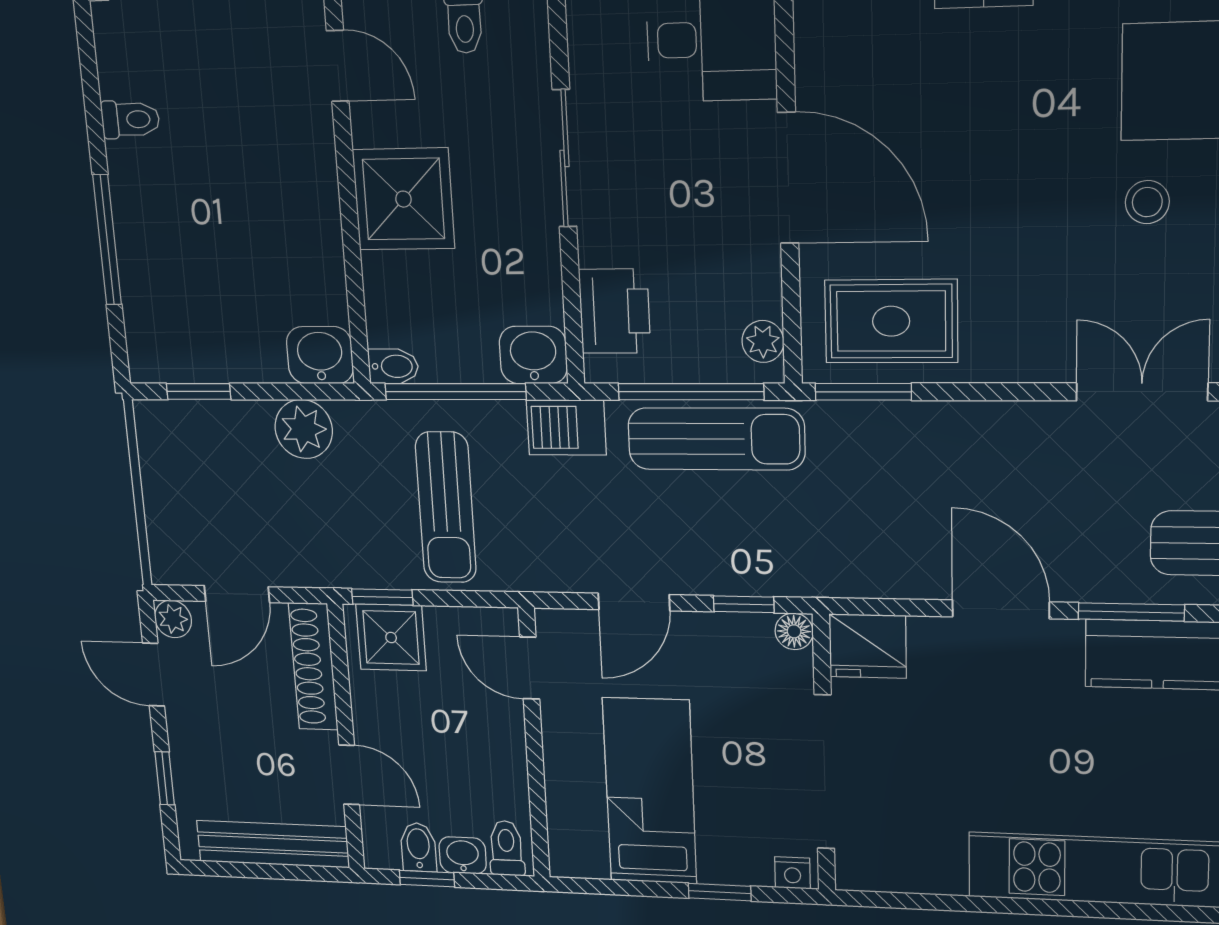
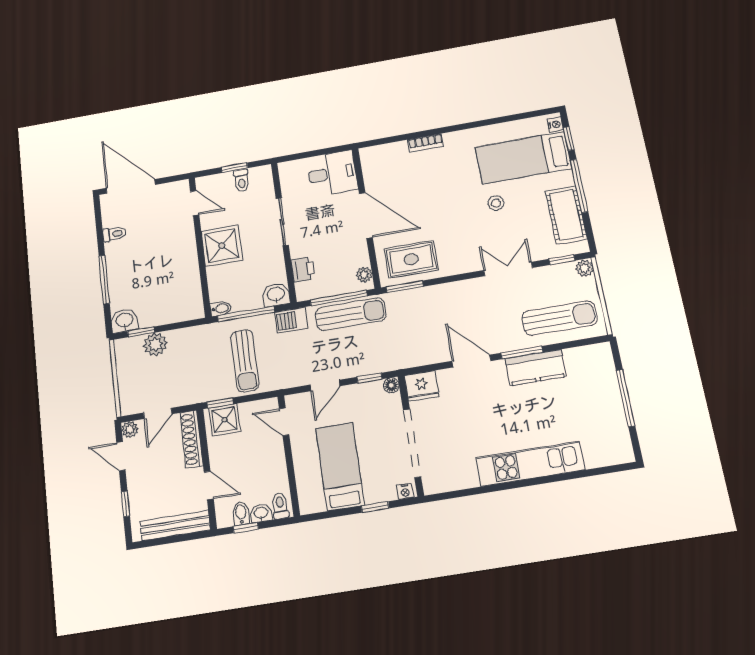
printer: (615, 311) -> (303, 269), width x0.73, depth x0.81
washbasin: (320, 355) -> (124, 321), moved
plant: (304, 429) -> (155, 344), moved

